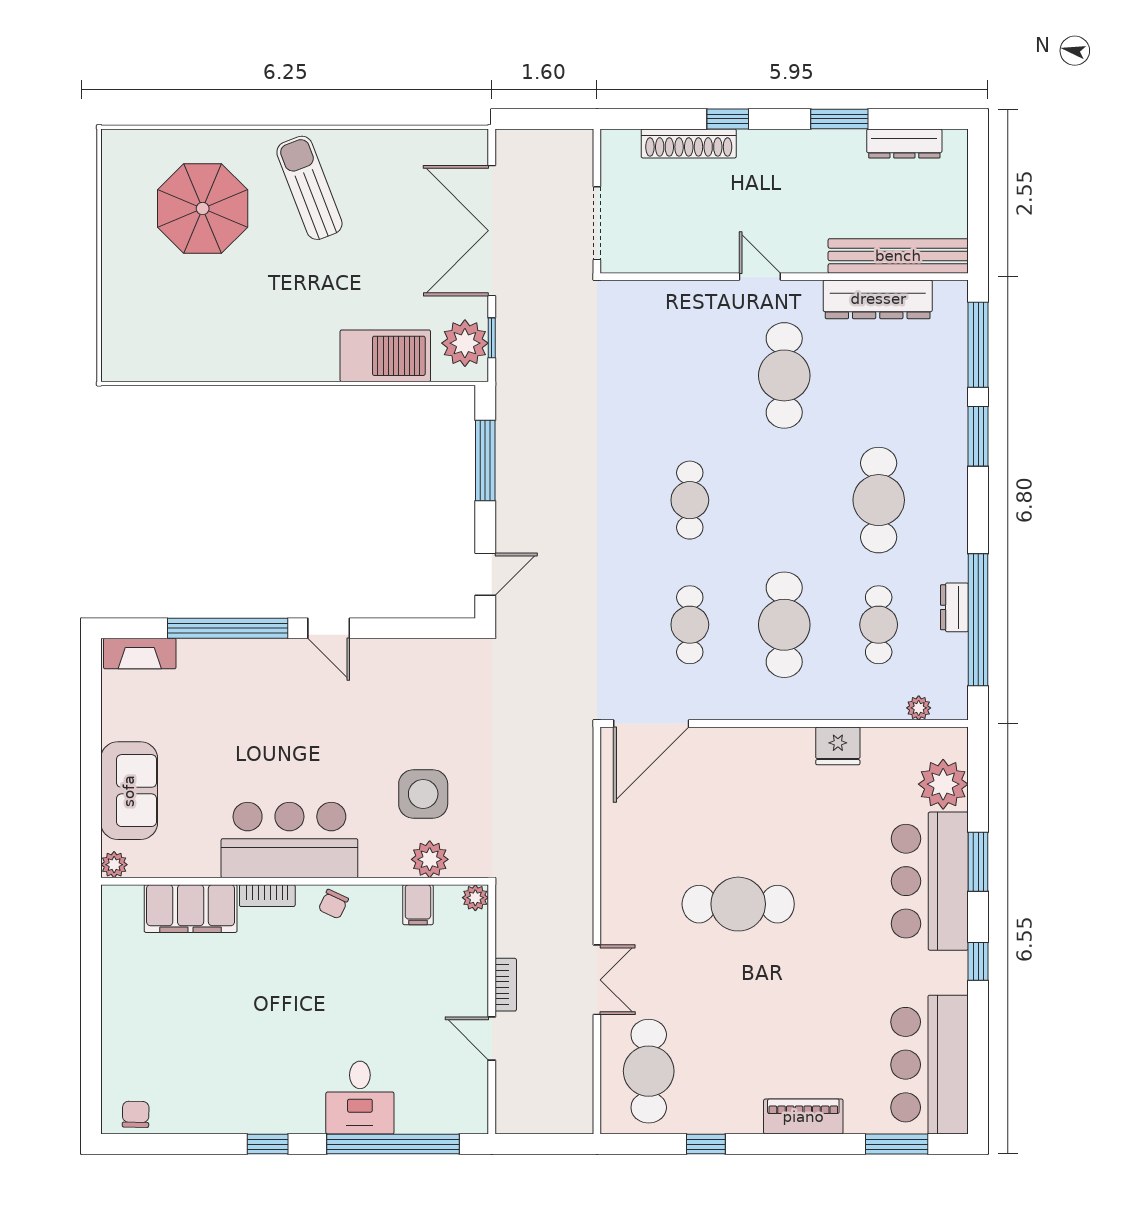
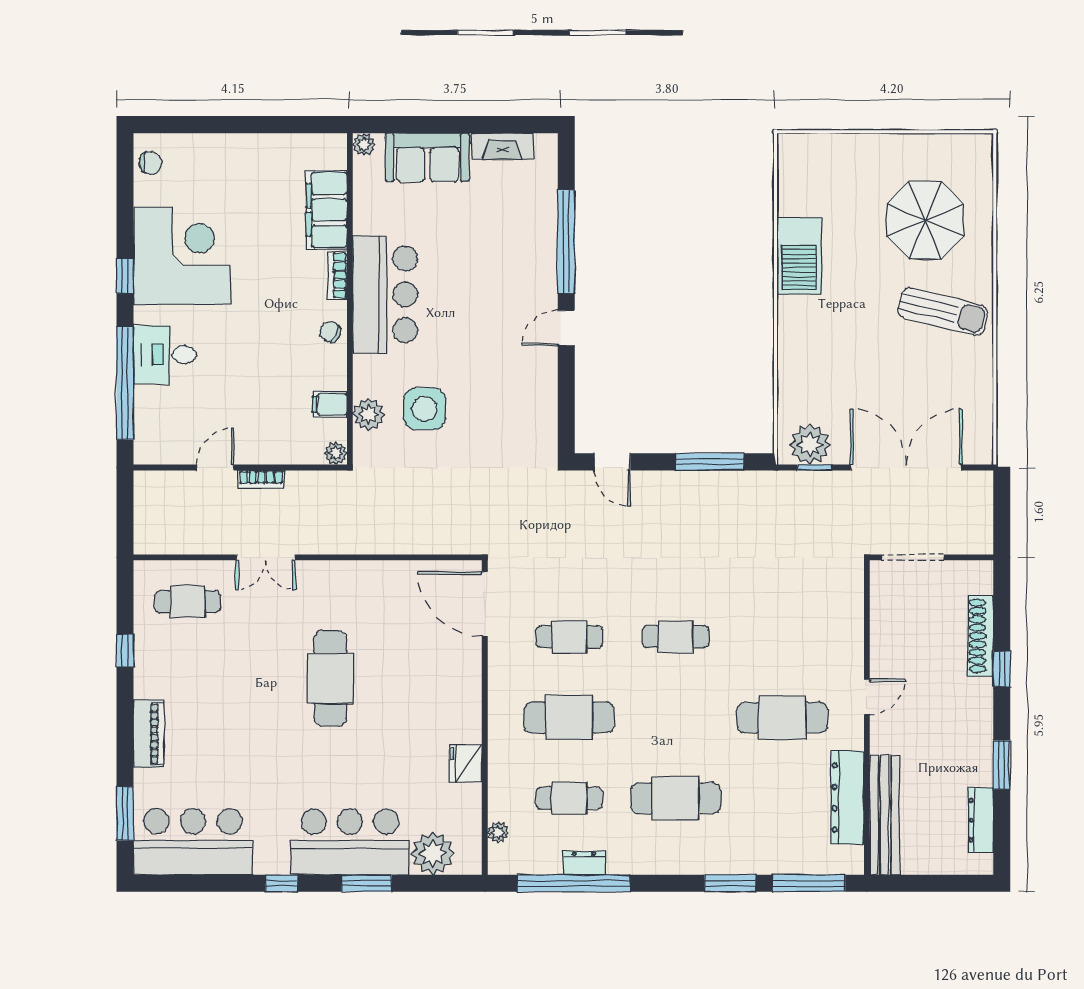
sun lounger: (309, 188) -> (943, 312), turned 35
barbecue: (385, 356) -> (799, 256), moved
fireplace: (140, 654) -> (502, 146), moved, turned -90
cafe table: (649, 1071) -> (187, 602), width x0.73, depth x0.74
corner desk: (244, 1077) -> (182, 256), added

